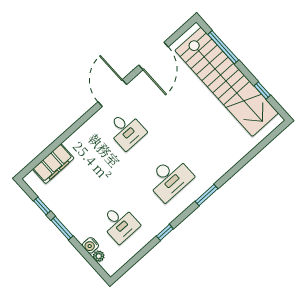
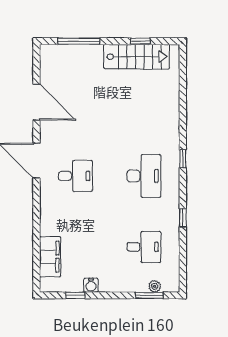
stairs: (227, 82) -> (137, 57), width x0.54, depth x0.66
window: (207, 195) -> (183, 159), width x0.67
window: (62, 228) -> (149, 295), moved
water cooler: (90, 245) -> (91, 285), moved

